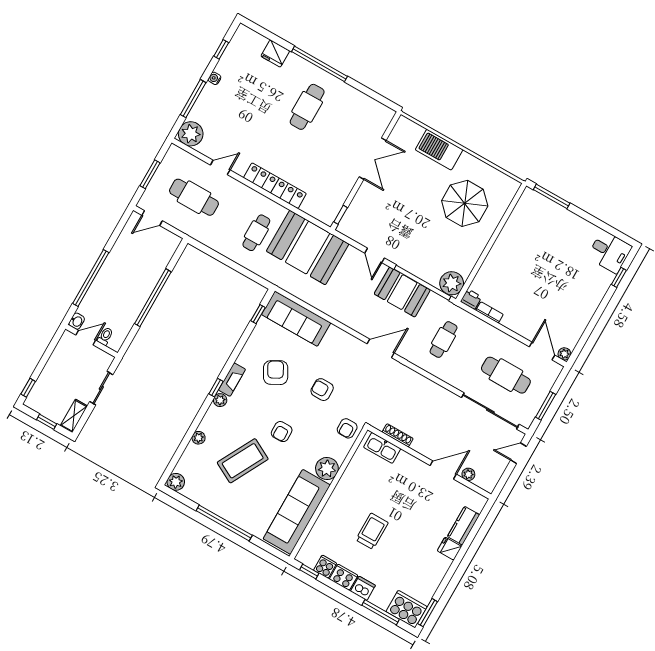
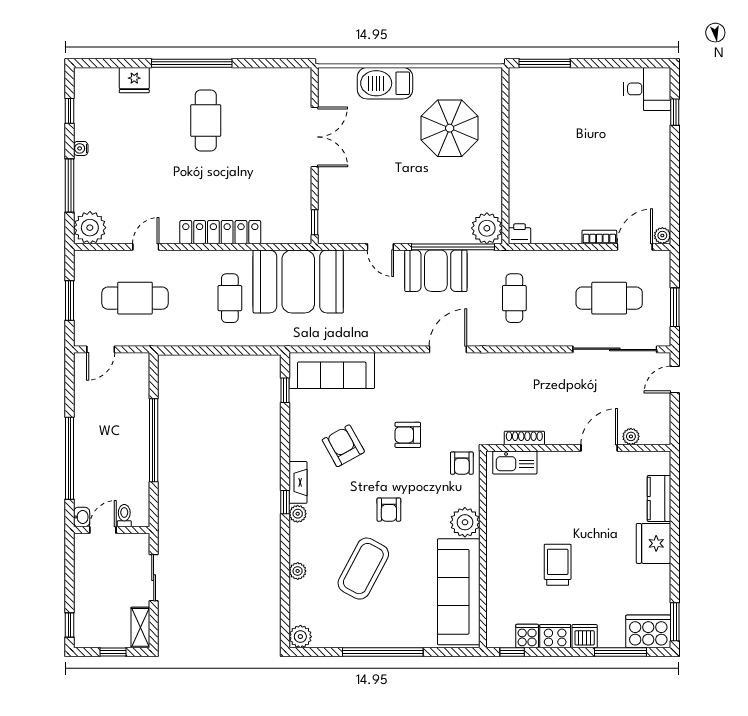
bookcase: (490, 312) -> (599, 237), moved
door: (542, 351) -> (635, 247), hinge flipped
fridge: (449, 549) -> (654, 543), width x1.88, depth x1.34

